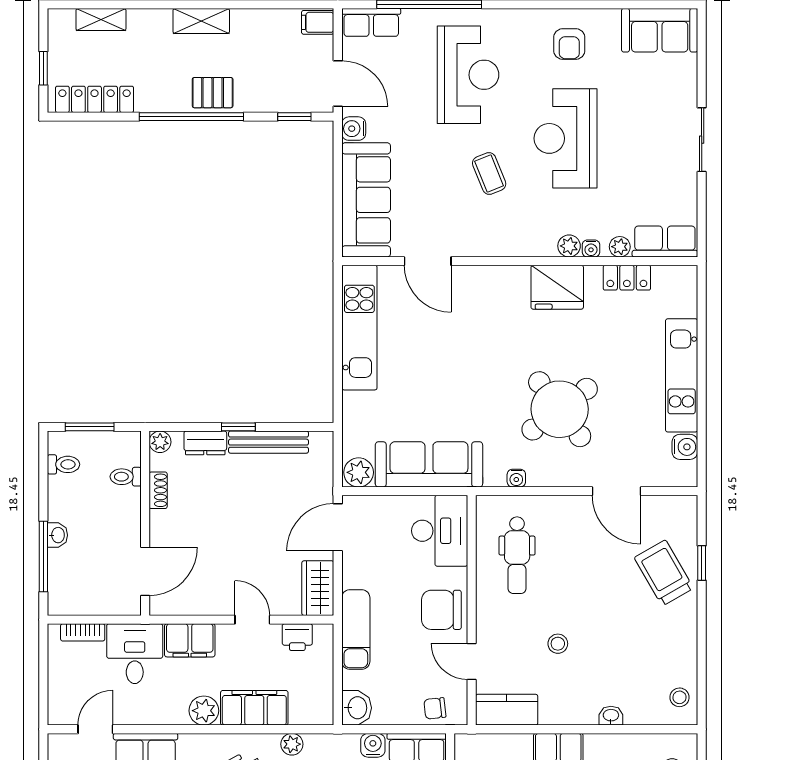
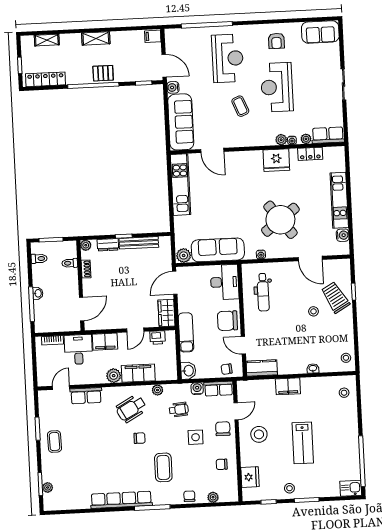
row of seats: (371, 22) -> (179, 35), removed
door: (252, 620) -> (135, 330), swing flipped
stool: (558, 644) -> (313, 311), moved

